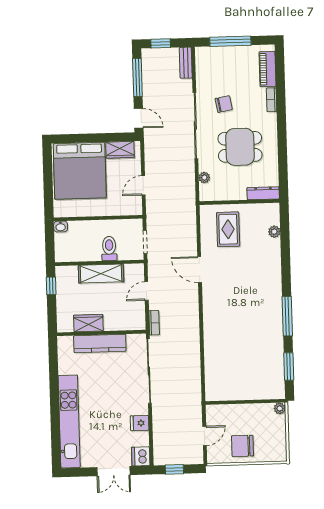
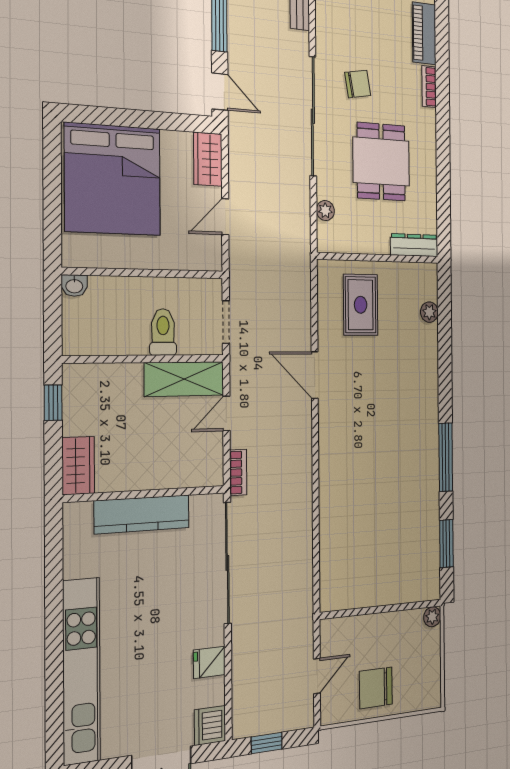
dining table: (240, 147) -> (381, 162), turned 90
wardrobe: (120, 150) -> (208, 159), moved, turned 90
shelving: (101, 274) -> (184, 379), moved
wardrobe: (88, 323) -> (78, 466), moved, turned 90

